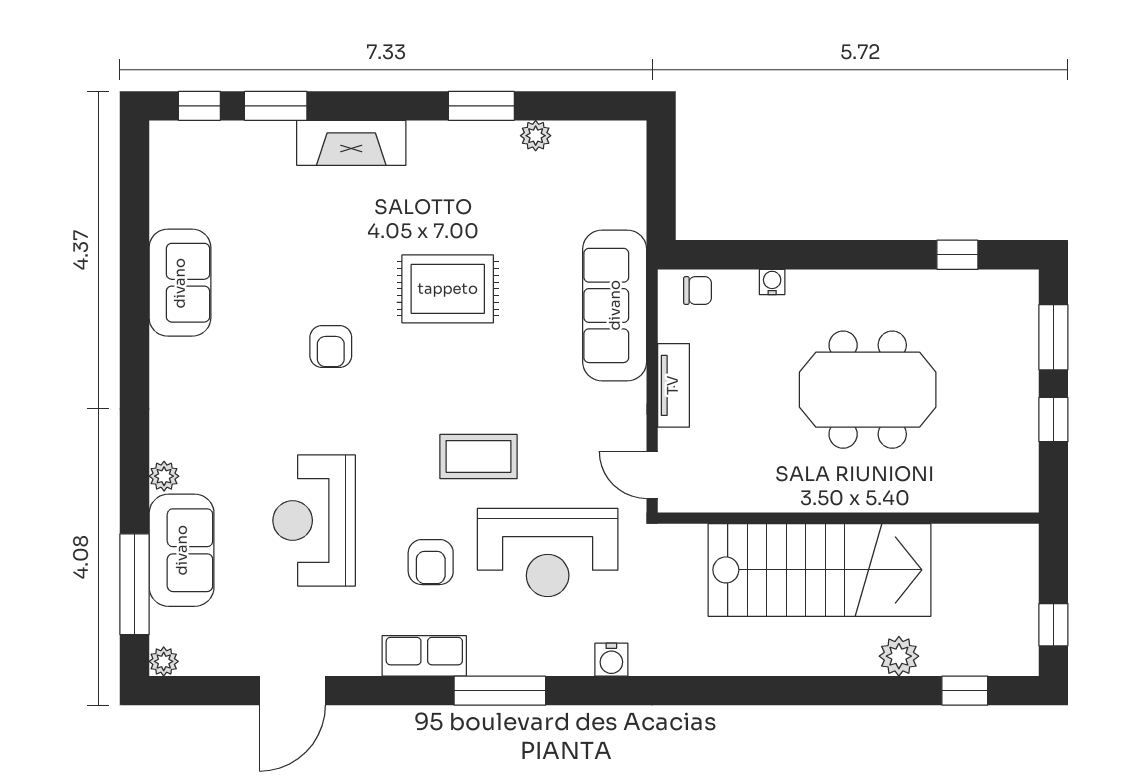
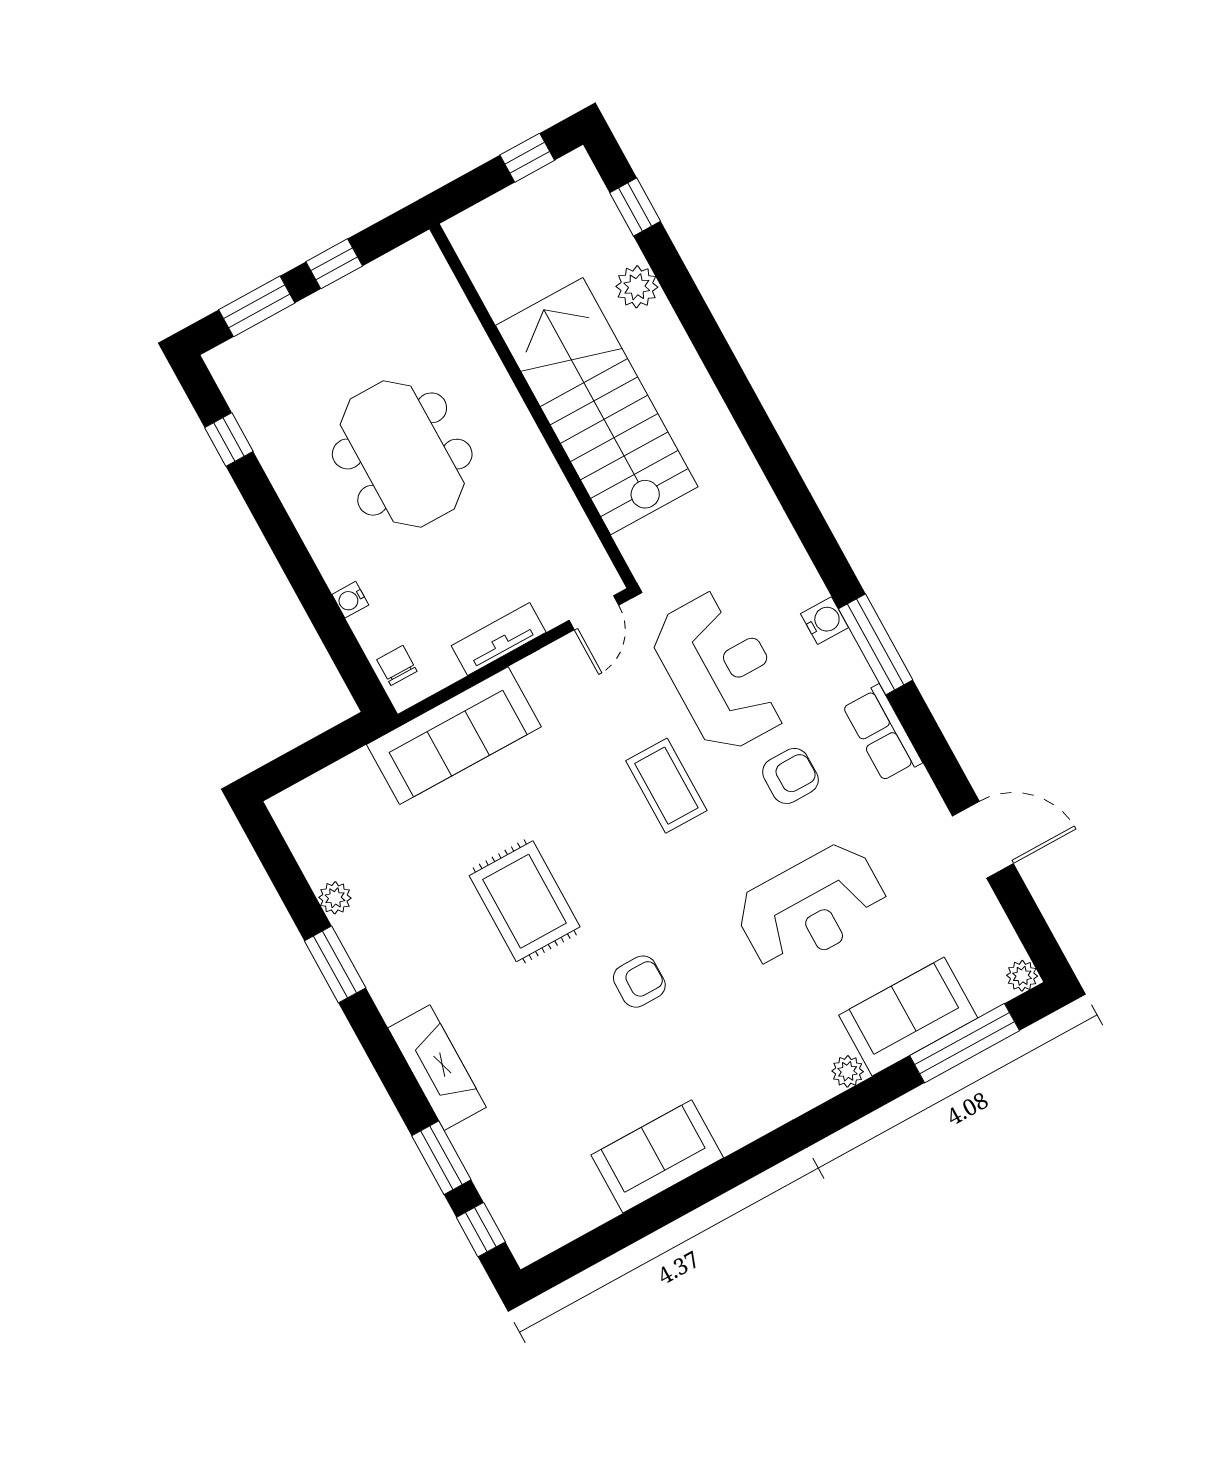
water cooler: (611, 660) -> (824, 621), moved

